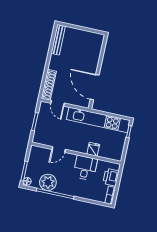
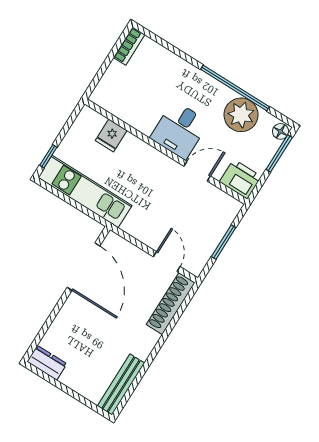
dresser: (95, 37) -> (47, 363), added
kitchen unit: (98, 120) -> (85, 192), width x0.73
fridge: (93, 149) -> (111, 135), moved
desk: (85, 168) -> (179, 130), moved
printer: (111, 177) -> (240, 179), moved, turned -90

